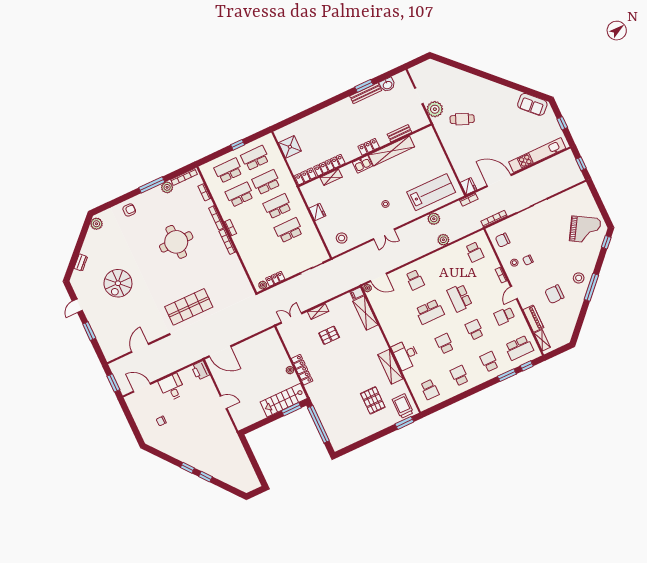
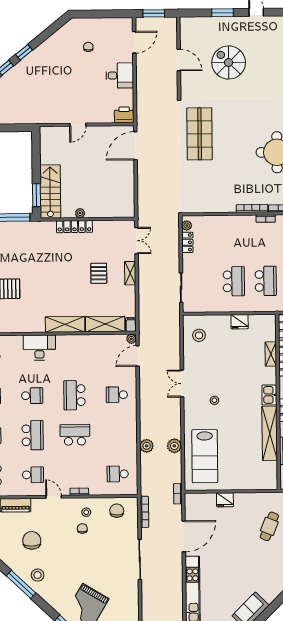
fridge: (469, 186) -> (225, 500), moved
spiral stairs: (118, 283) -> (229, 63), moved
school desk: (504, 316) -> (33, 475), turned 90
school desk: (474, 330) -> (33, 435), width x1.85
shelving: (390, 367) -> (65, 324), moved

